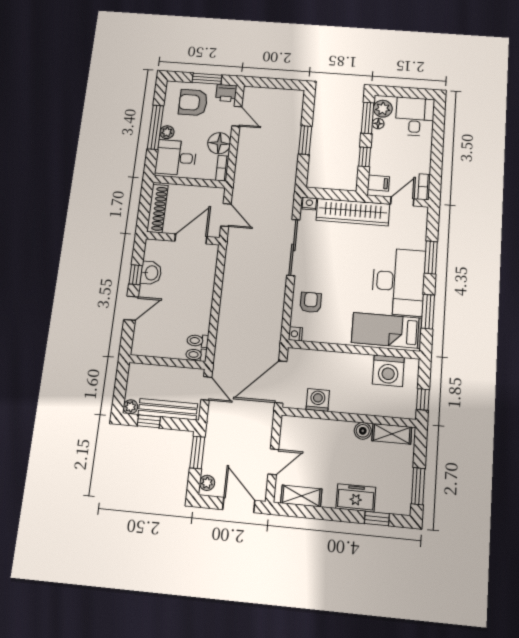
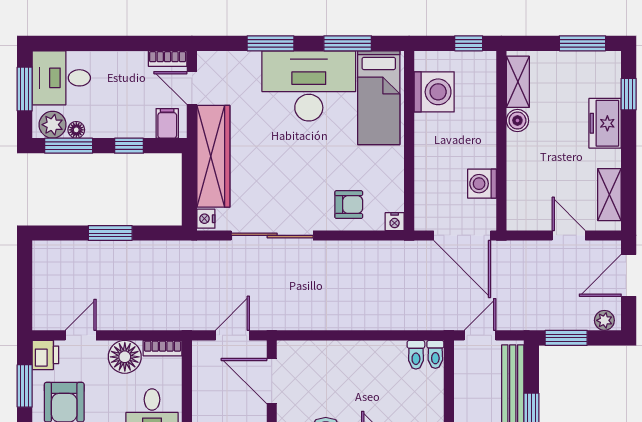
window: (409, 93) -> (25, 89), added
armchair: (311, 302) -> (349, 205), turned 180

